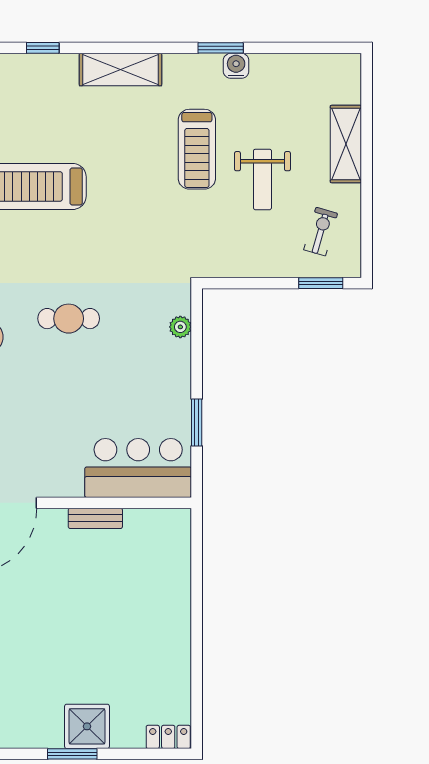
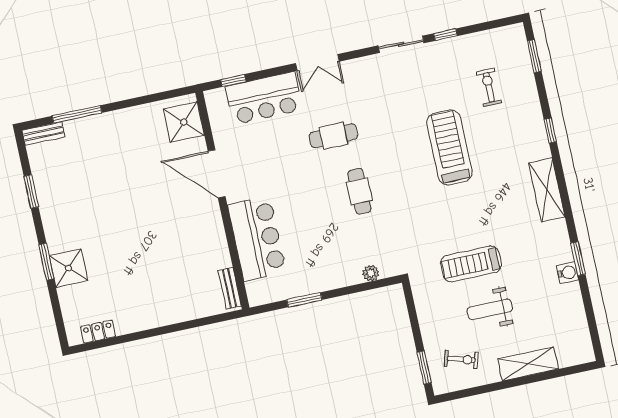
treadmill: (197, 149) -> (471, 264), moved
bar counter: (138, 468) -> (257, 239), moved
bench: (95, 518) -> (230, 288), moved
locker: (168, 737) -> (98, 332), moved, turned -90

